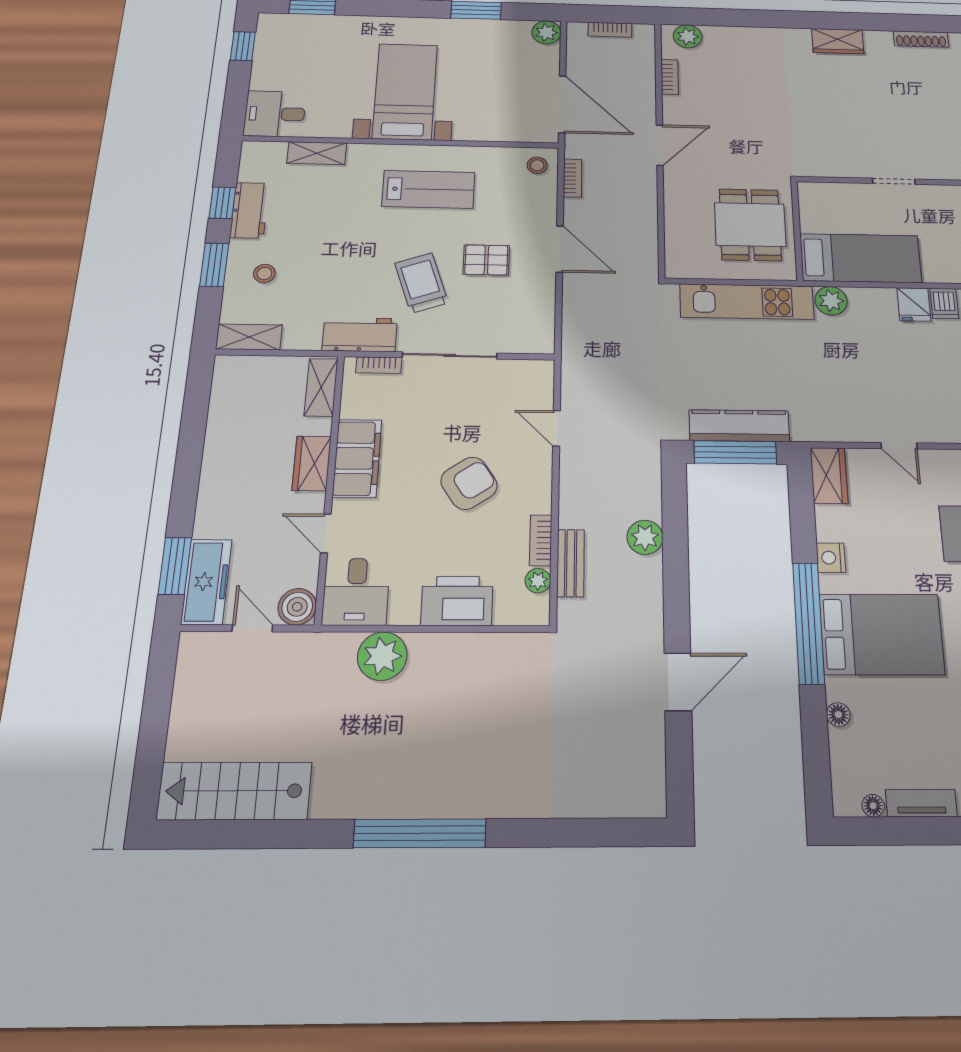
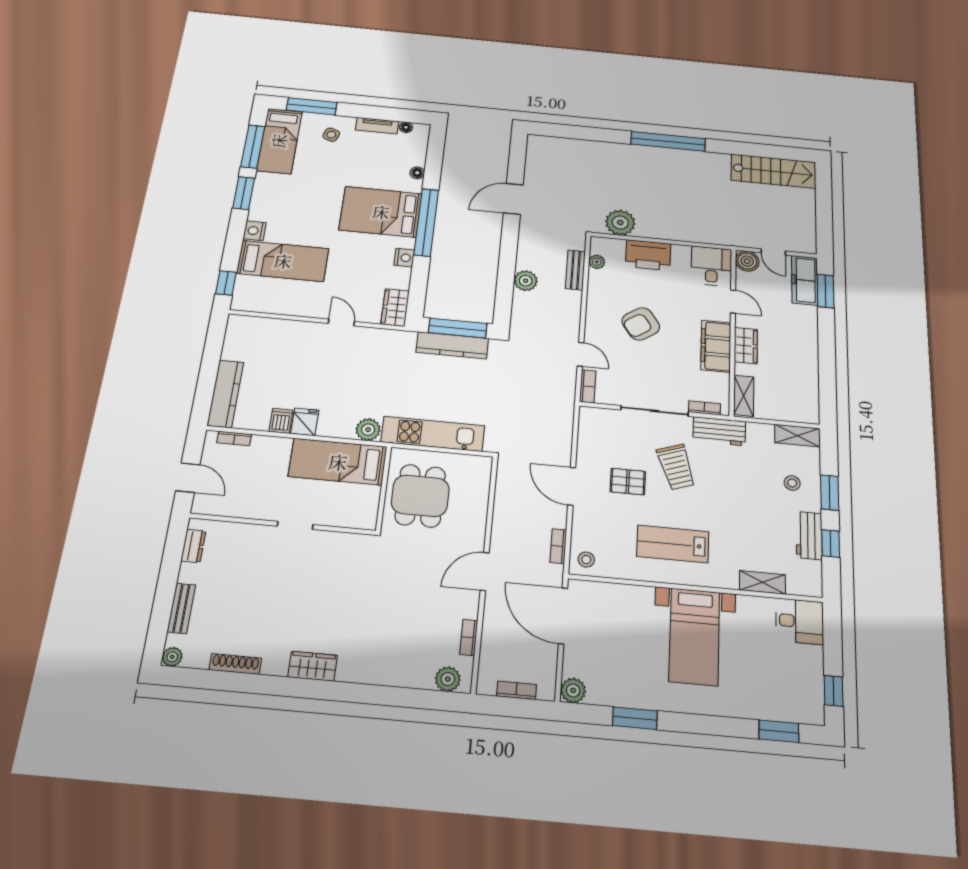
bookcase: (541, 540) -> (588, 386), moved
plant: (382, 656) -> (620, 223), moved

